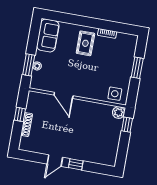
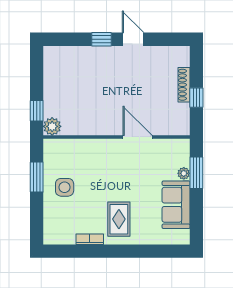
sofa: (48, 35) -> (176, 205), moved
window: (137, 68) -> (37, 177), moved
side table: (115, 94) -> (65, 187), moved
door: (55, 161) -> (133, 39), hinge flipped

